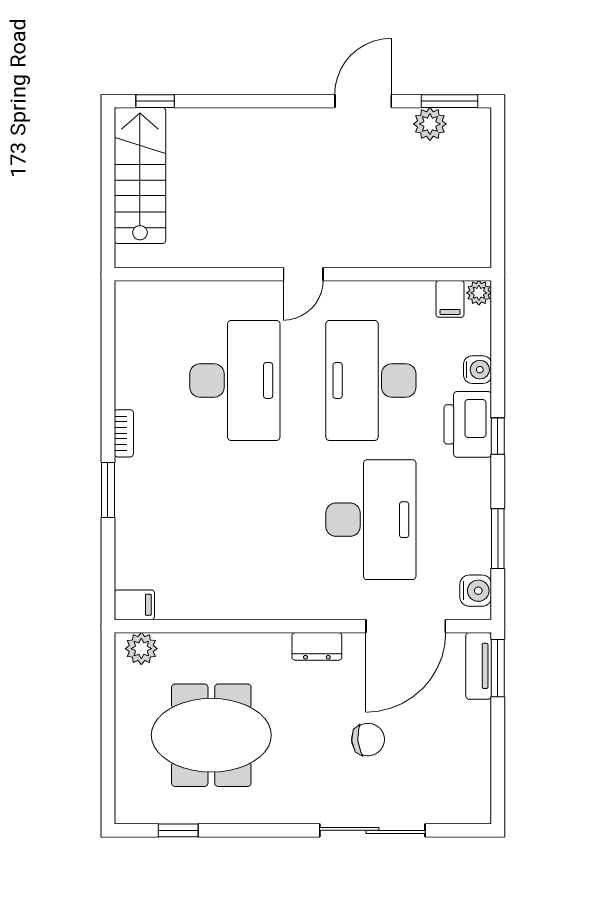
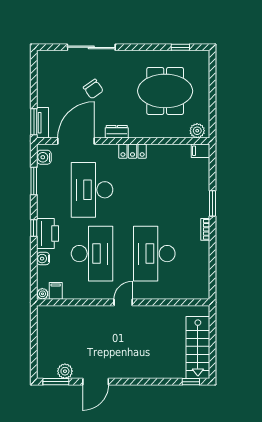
locker: (283, 604) -> (133, 151), added
chair: (368, 740) -> (93, 89), turned -120

